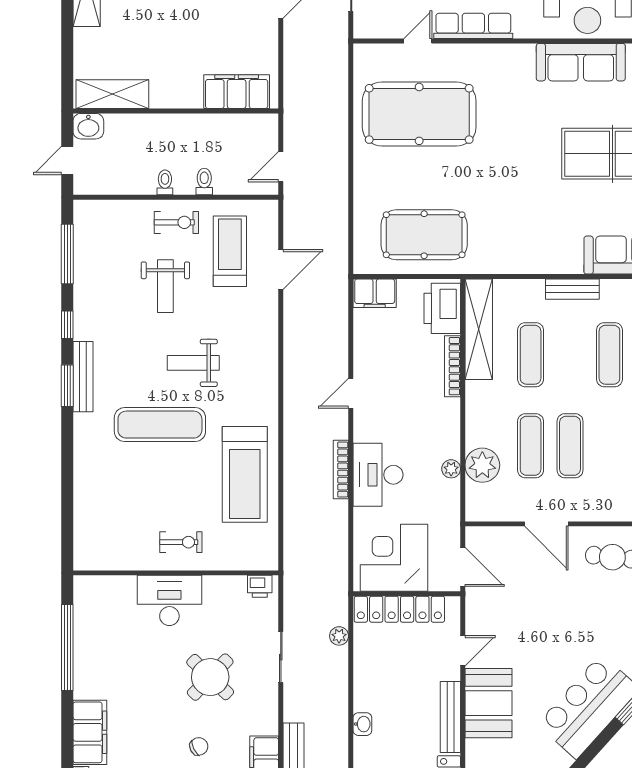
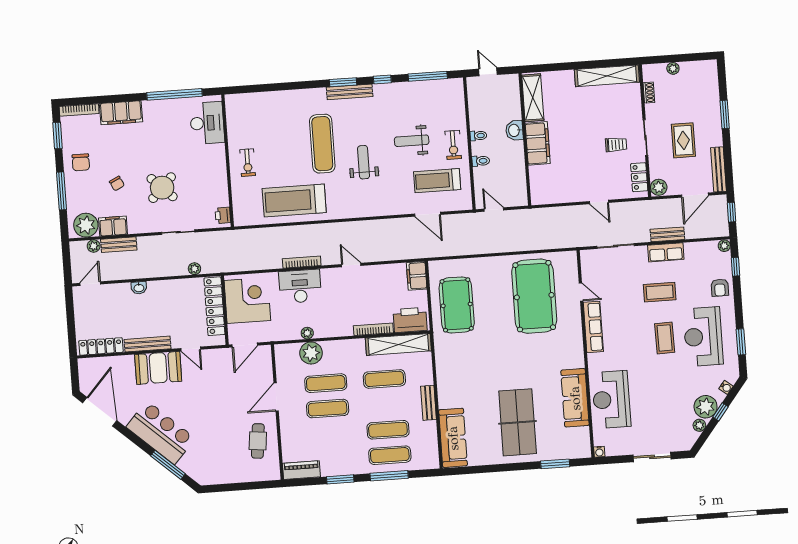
filing cabinet: (237, 92) -> (538, 143), moved
washbasin: (88, 126) -> (514, 130), moved
treadmill: (230, 251) -> (437, 181), turned 180
desk: (169, 600) -> (207, 123), moved

